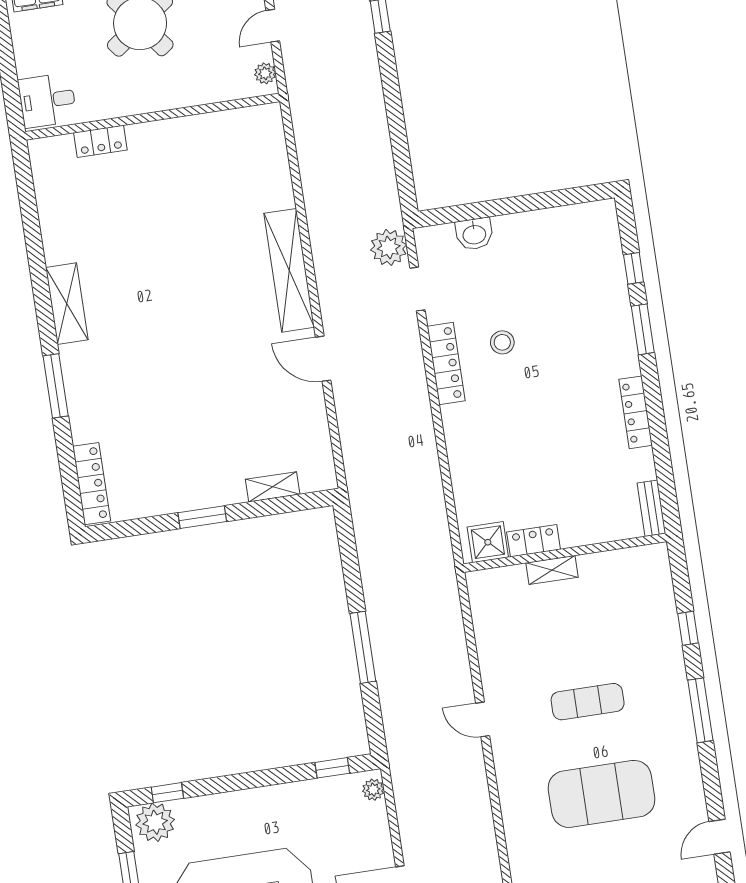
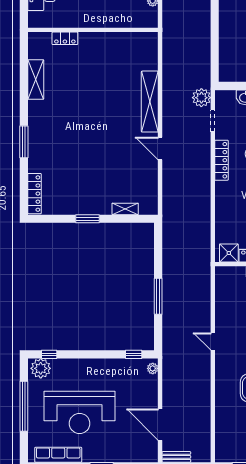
wall: (153, 117) -> (93, 30), moved
locker: (100, 141) -> (65, 38), moved
shelving: (67, 304) -> (36, 79), moved

